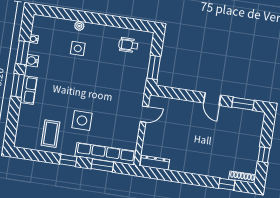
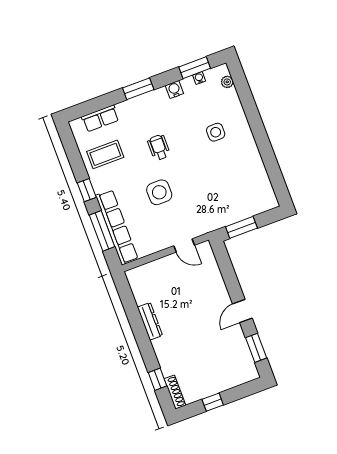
plant: (79, 26) -> (227, 82), moved
wheelchair: (128, 45) -> (159, 147), moved
window: (23, 53) -> (195, 68), moved
row of seats: (29, 90) -> (100, 118), moved
side table: (82, 120) -> (159, 192), moved
dresser: (155, 163) -> (150, 321), moved
window: (102, 165) -> (102, 231), width x1.44

